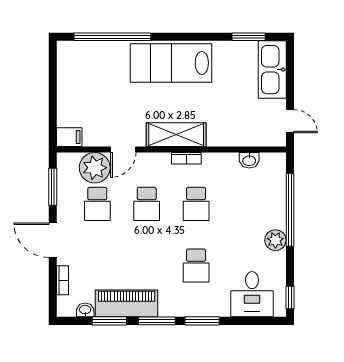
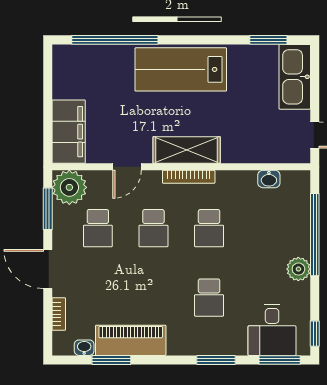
filing cabinet: (69, 137) -> (69, 132), width x3.00, depth x1.17
bookcase: (186, 158) -> (189, 177), width x1.56
plant: (95, 168) -> (69, 187), moved
window: (157, 321) -> (280, 360), moved

